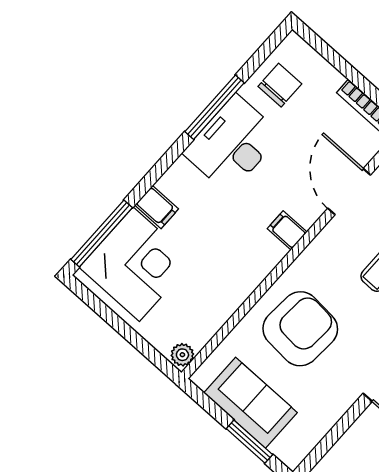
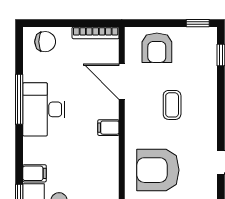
chair: (280, 85) -> (45, 42), moved, turned 90
armchair: (300, 329) -> (158, 170), turned -94

